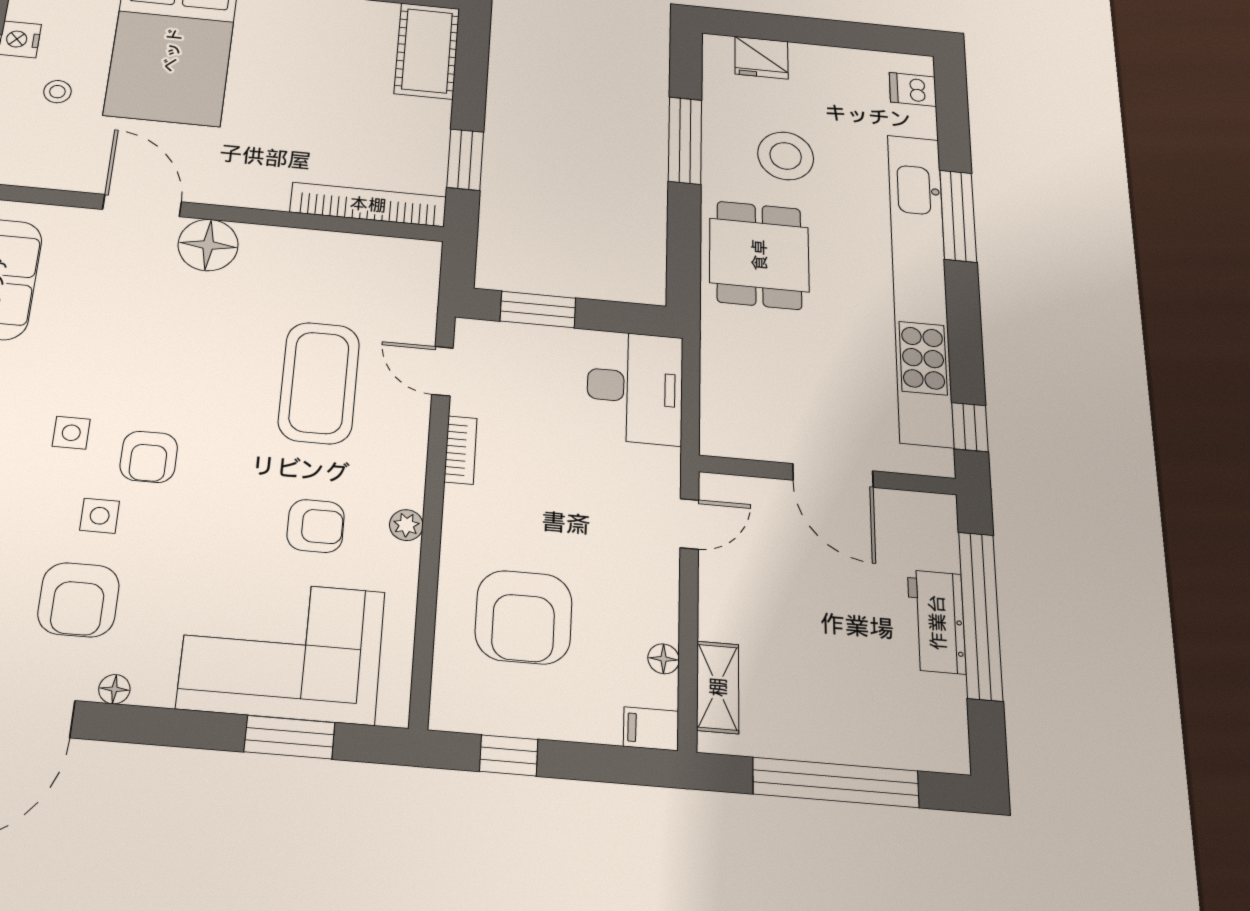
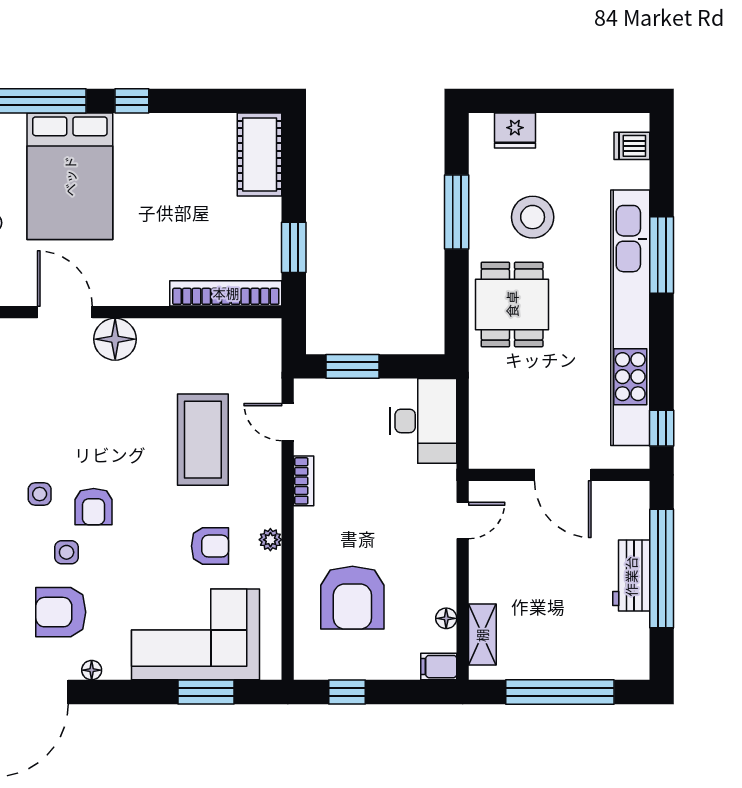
armchair: (79, 600) -> (61, 612), turned 90

